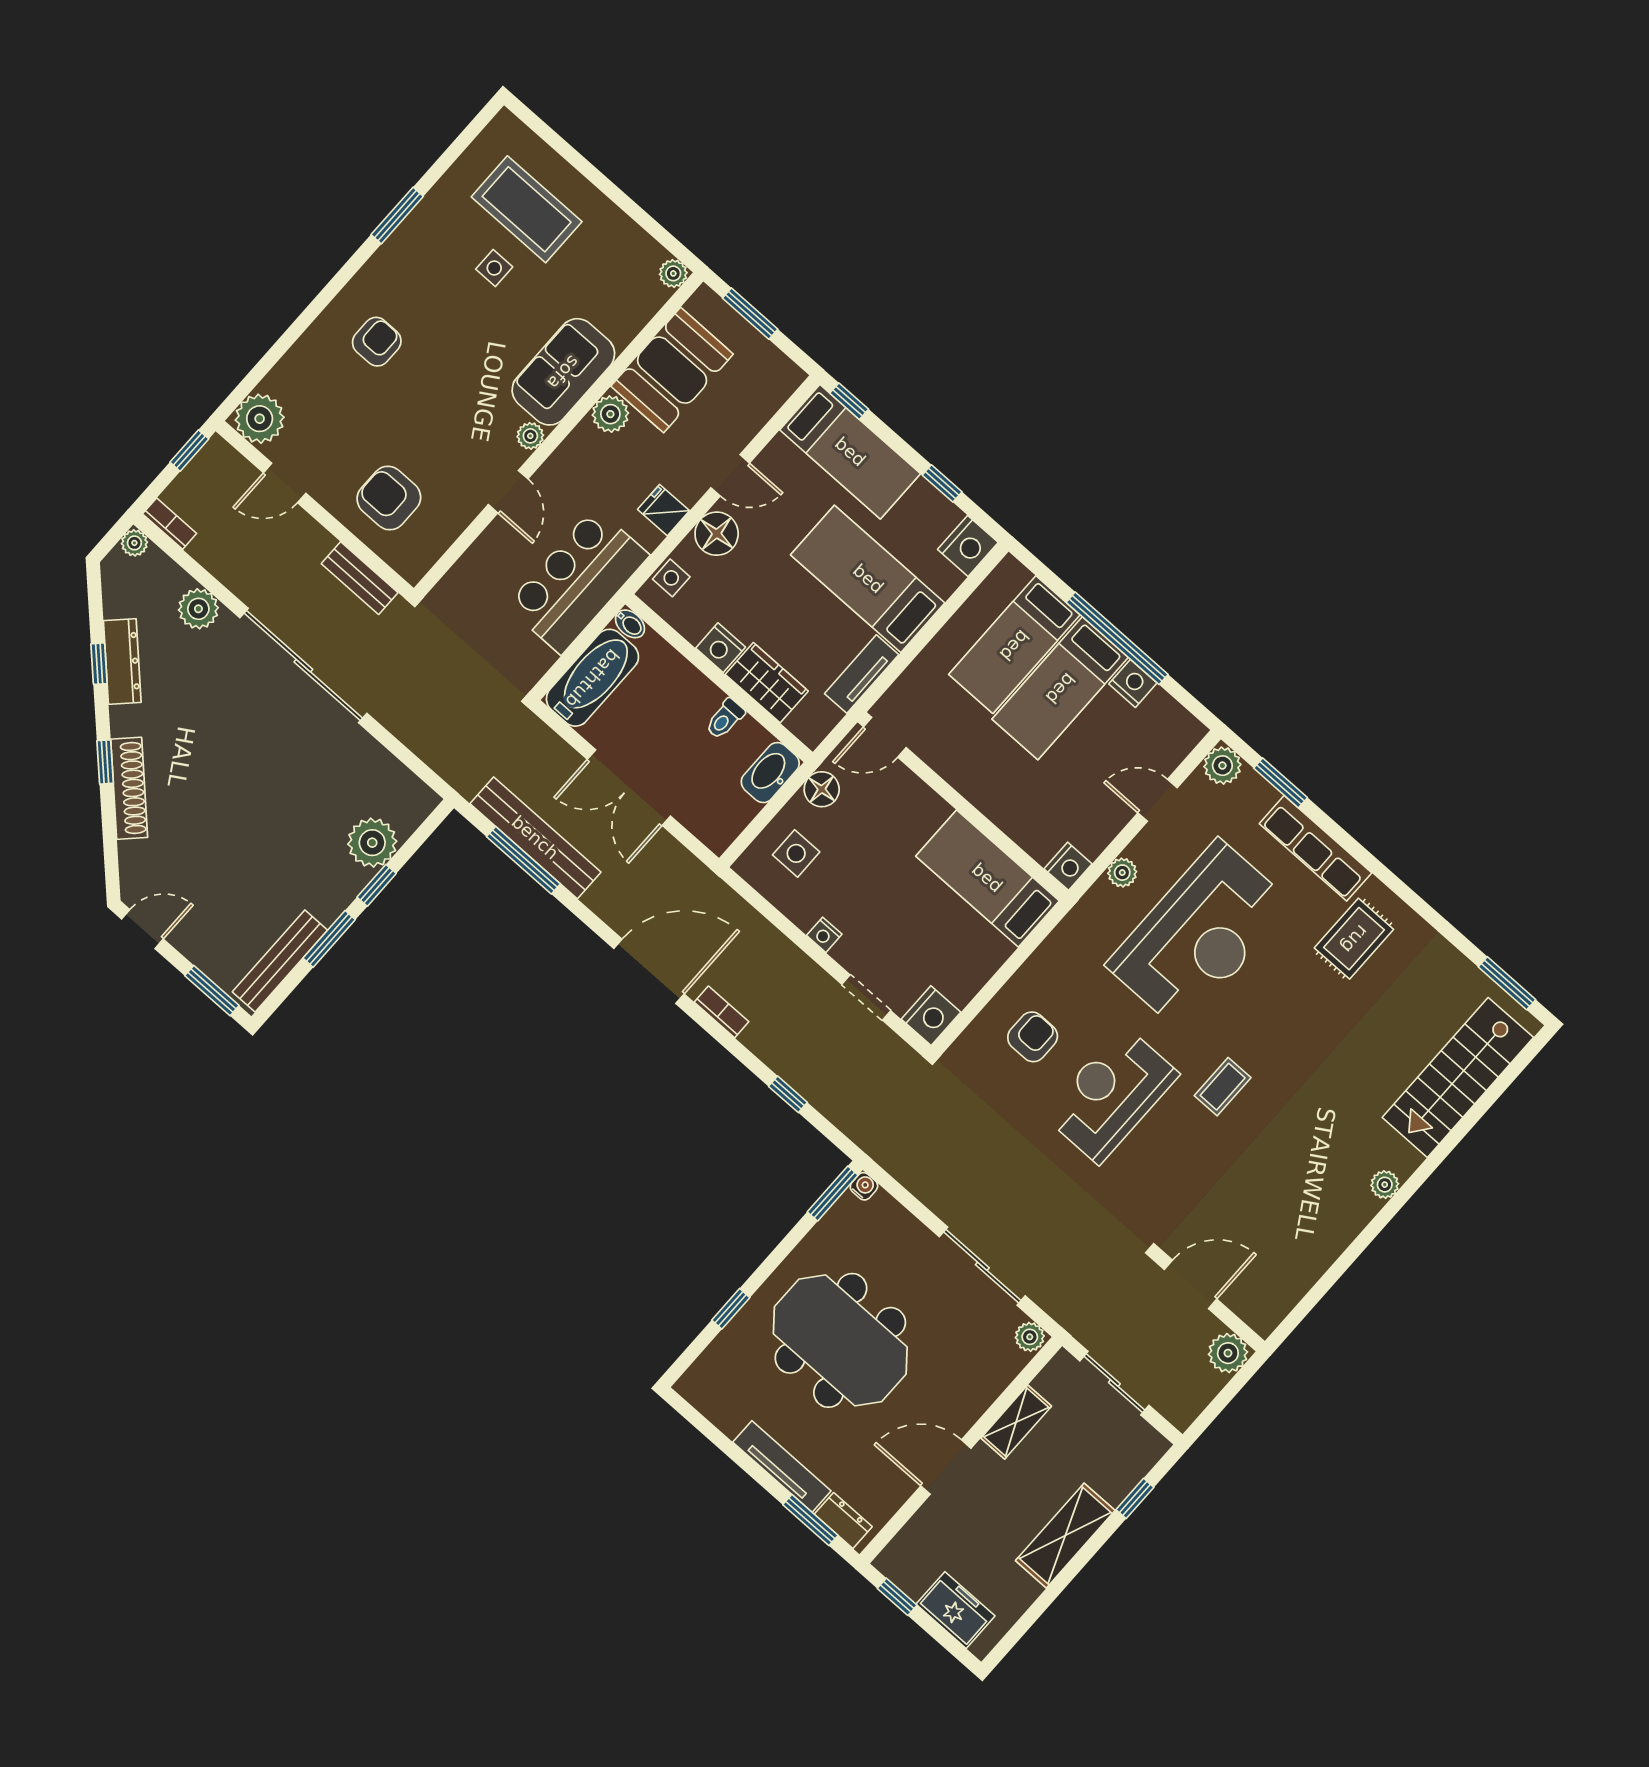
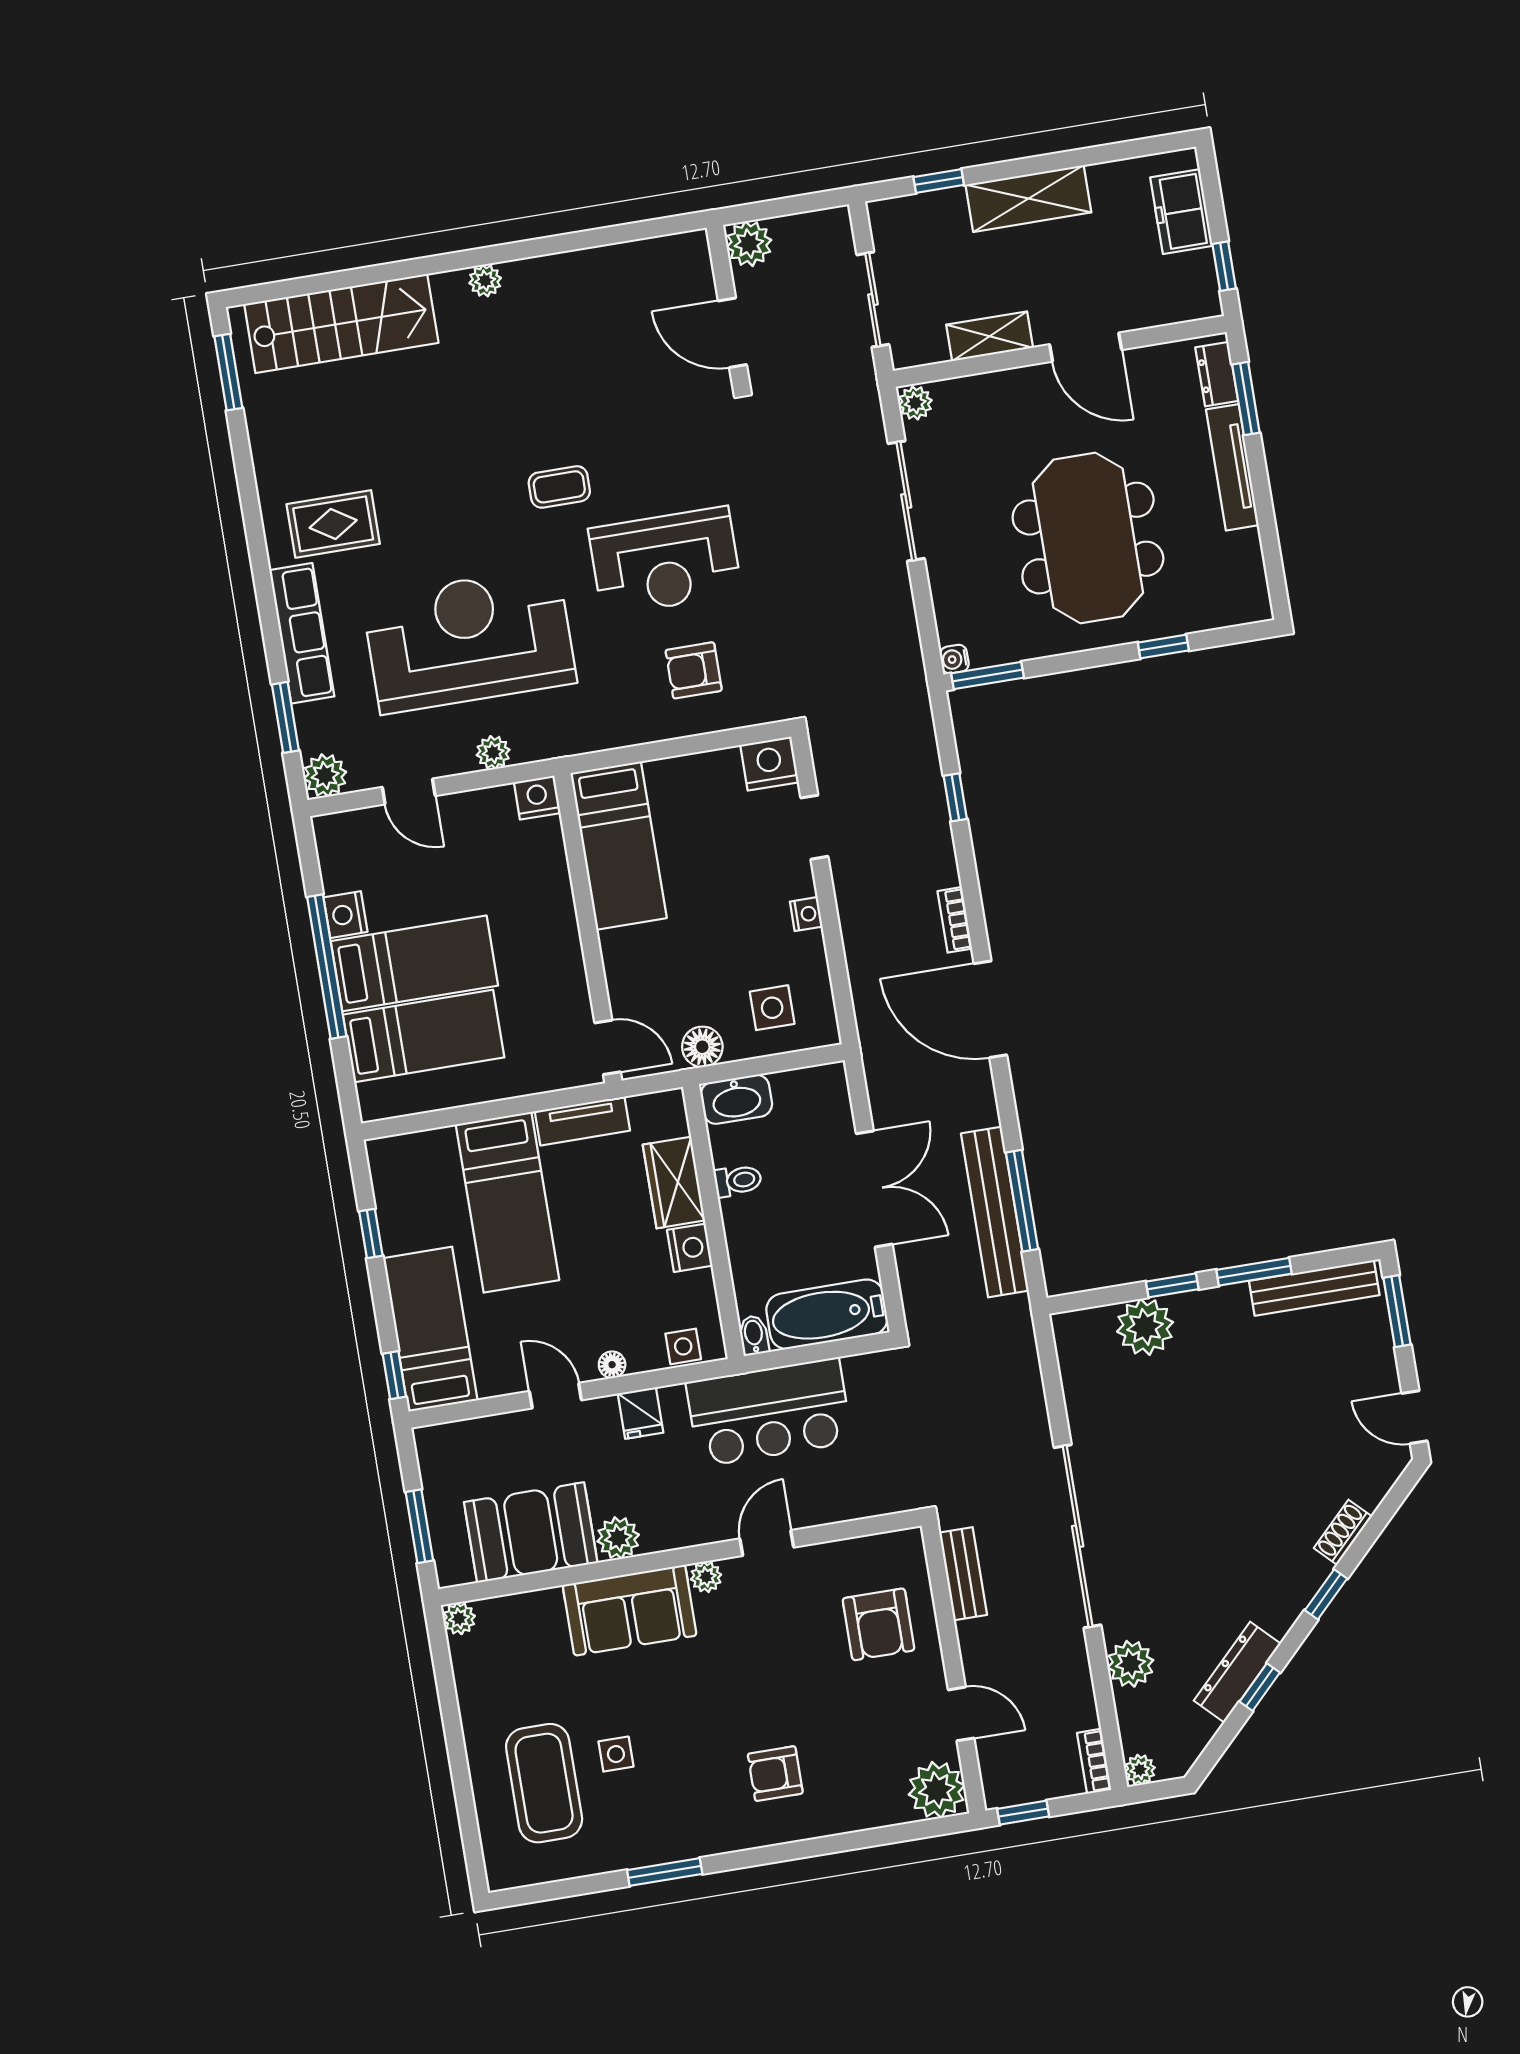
floor lamp: (717, 534) -> (612, 1365), width x0.53, depth x0.53
nightstand: (968, 546) -> (393, 1159), removed
shoe rack: (129, 788) -> (1343, 1532), width x0.51, depth x0.81

